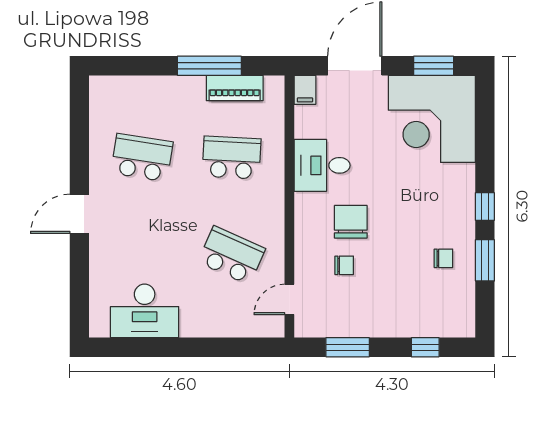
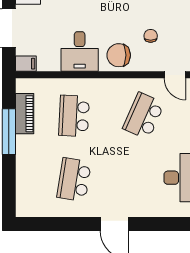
chair: (351, 222) -> (119, 55), moved

